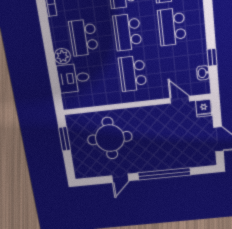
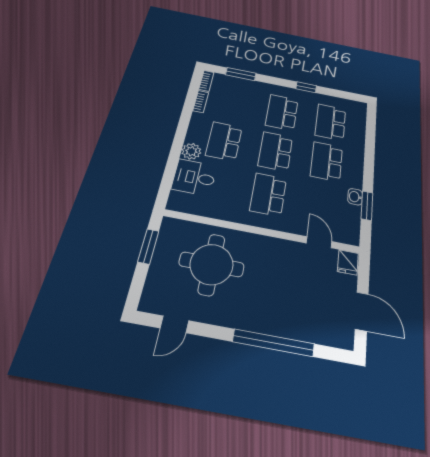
window: (212, 57) -> (367, 206), width x1.50
washbasin: (203, 73) -> (355, 197), moved
door: (120, 178) -> (174, 324), moved

